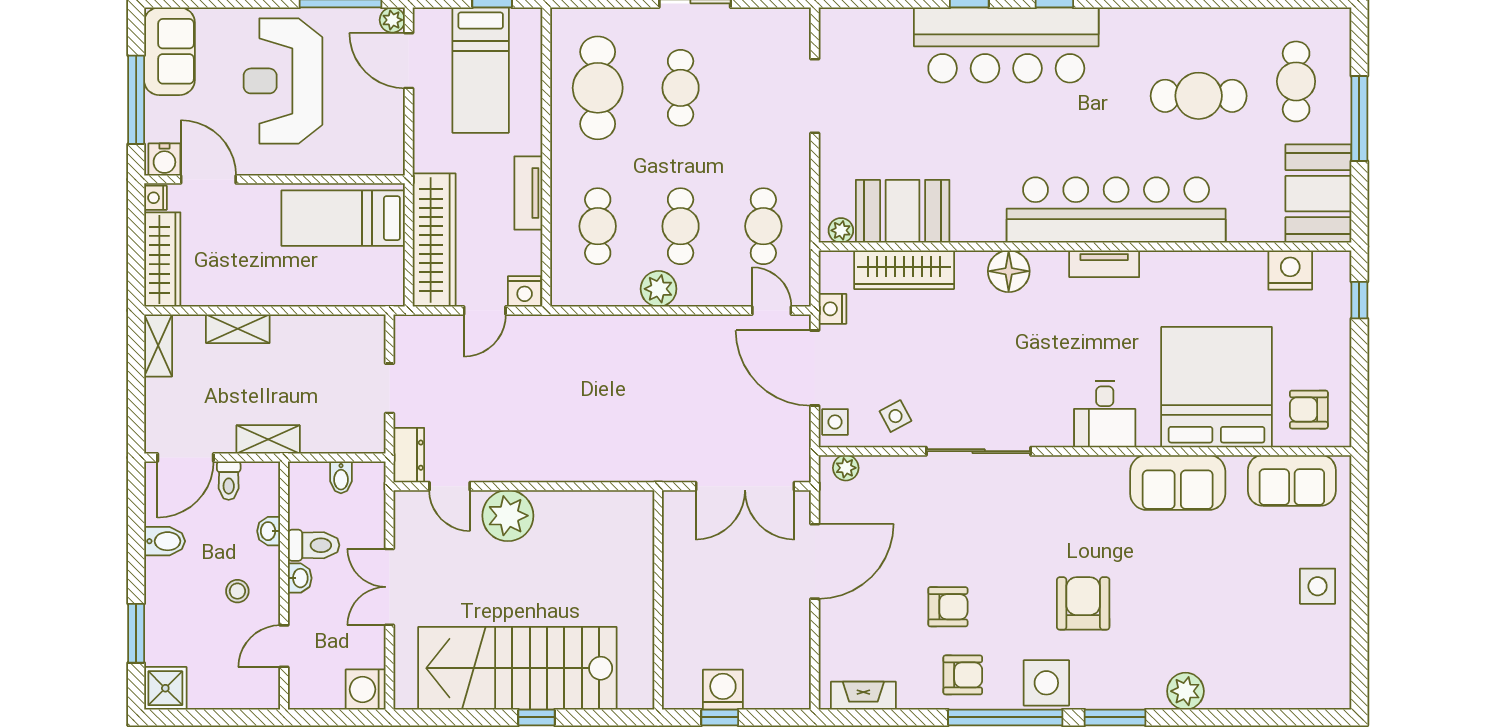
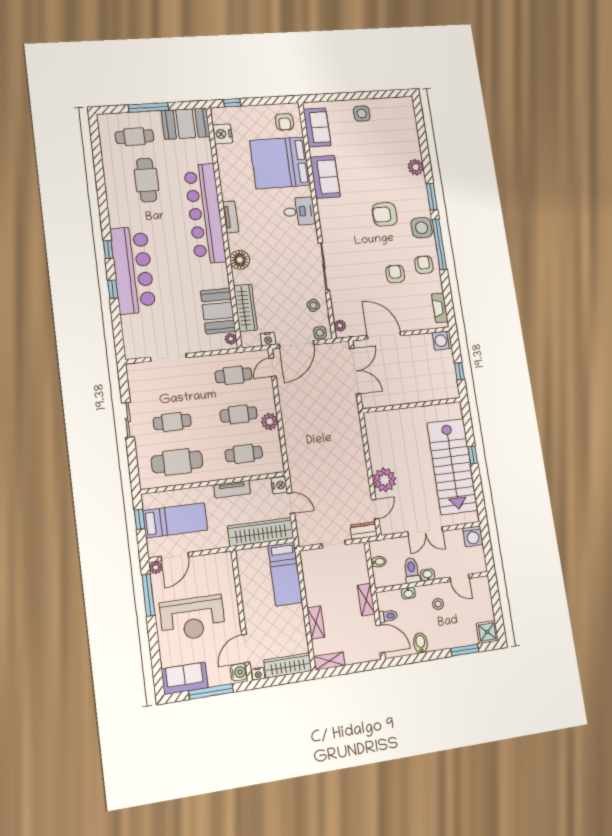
bed: (343, 218) -> (285, 574), moved
washing machine: (723, 690) -> (442, 341), moved

